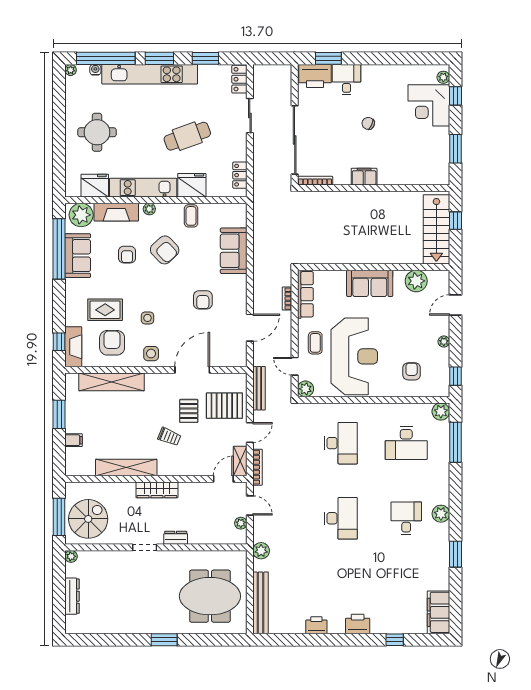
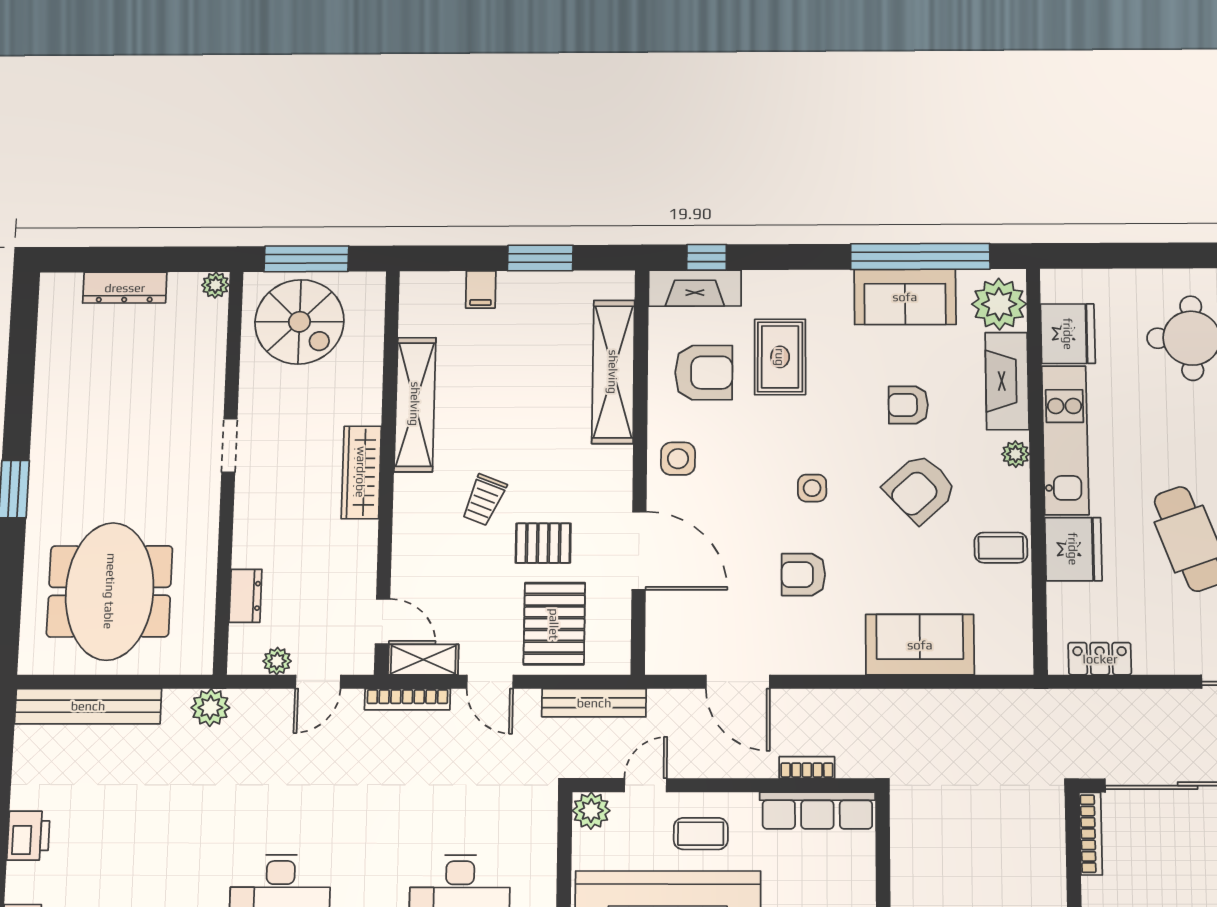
side table: (147, 318) -> (812, 488), moved
dresser: (176, 538) -> (245, 596), moved

